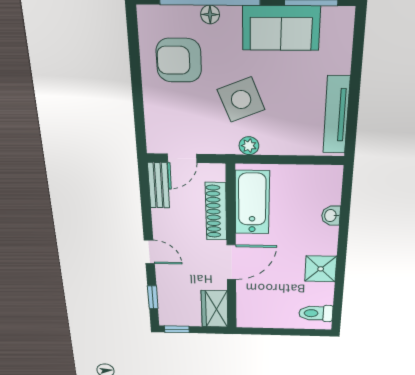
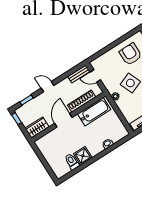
door: (149, 252) -> (47, 87), swing flipped
door: (231, 262) -> (63, 120), swing flipped
toilet: (316, 313) -> (72, 162), moved

